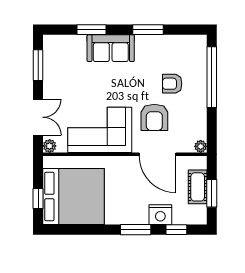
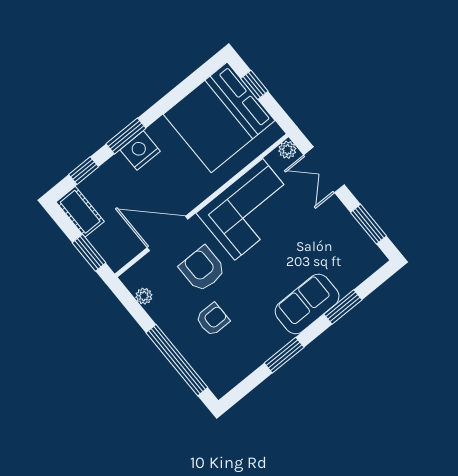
plant: (201, 146) -> (144, 296), moved
cot: (198, 187) -> (80, 212), moved
window: (212, 193) -> (89, 253), moved
nightstand: (160, 215) -> (140, 150), moved

